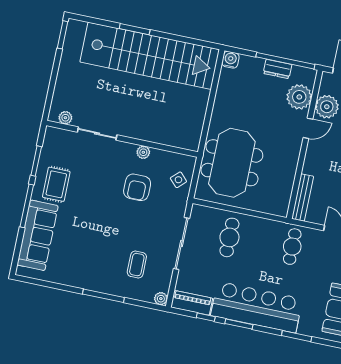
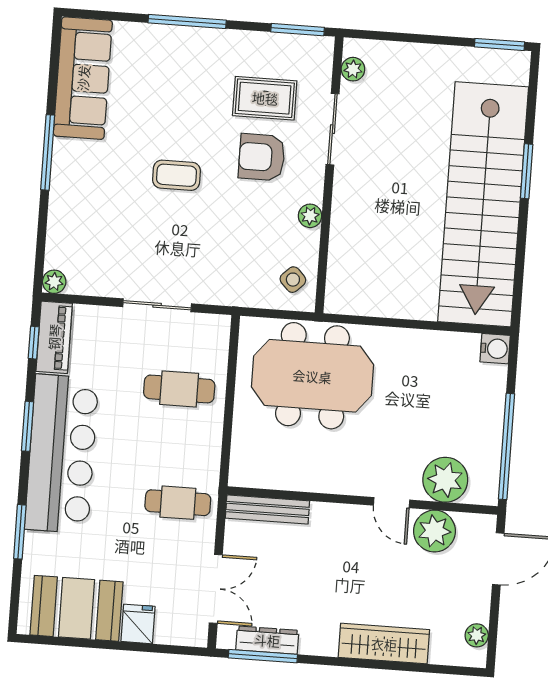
dresser: (278, 69) -> (490, 434), removed
window: (36, 161) -> (298, 30), moved
side table: (178, 180) -> (293, 280), moved
rug: (56, 184) -> (265, 98), moved
armchair: (137, 187) -> (262, 157), moved
sofa: (38, 235) -> (83, 78), moved, turned -90
sliding door: (181, 243) -> (157, 305), width x0.73
coffee table: (137, 265) -> (177, 175), moved
window: (103, 296) -> (48, 152), moved
window: (206, 317) -> (34, 343), moved

